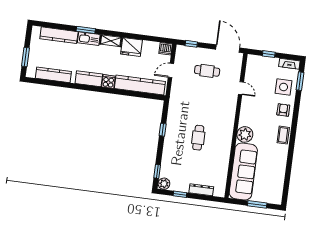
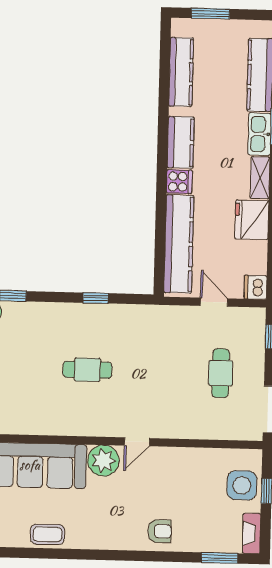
side table: (284, 87) -> (242, 485), moved
door: (241, 88) -> (137, 442), moved
coffee table: (283, 135) -> (47, 534), moved

